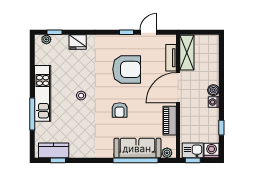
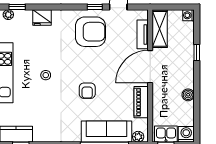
armchair: (127, 69) -> (90, 32), moved
boiler: (213, 90) -> (188, 95), moved
washing machine: (214, 102) -> (188, 15), moved
window: (221, 128) -> (197, 52), moved

